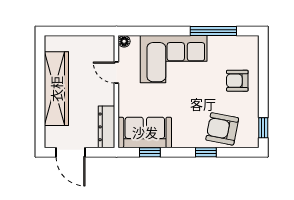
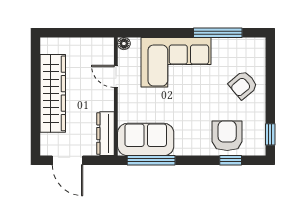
armchair: (237, 81) -> (243, 85), turned -40
armchair: (222, 129) -> (227, 136), turned 79
window: (150, 152) -> (151, 160), width x2.17
window: (206, 152) -> (231, 160), moved

